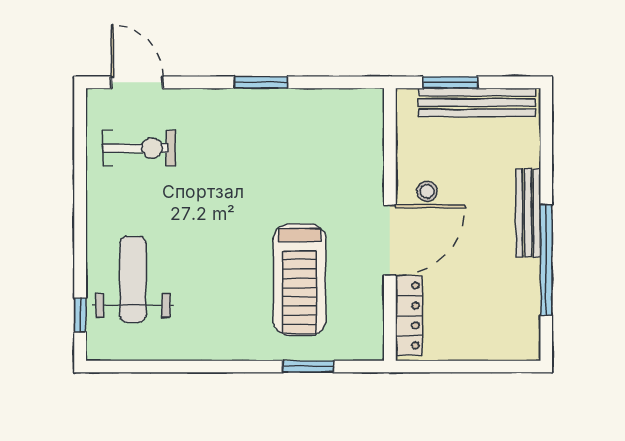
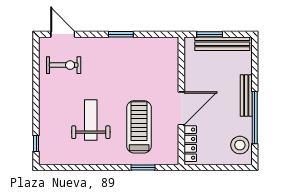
stool: (427, 191) -> (240, 145), moved, width x1.89, depth x1.89
weight bench: (133, 279) -> (91, 120), moved
treadmill: (300, 280) -> (139, 127), turned 180

